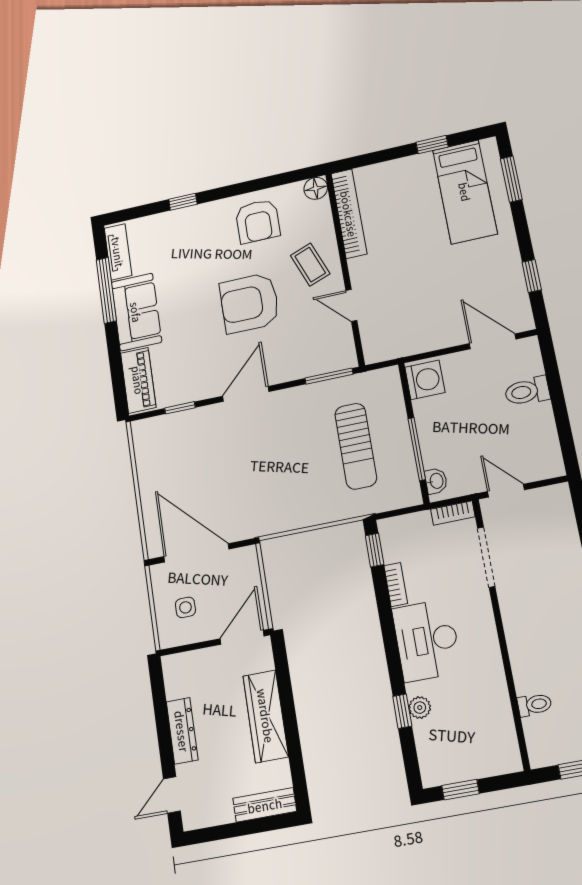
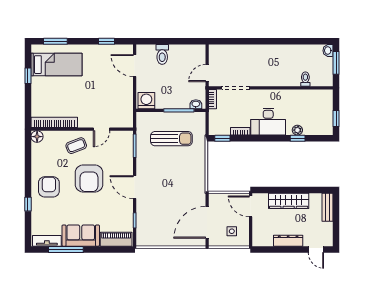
armchair: (258, 221) -> (49, 187), moved, turned -90
door: (493, 341) -> (135, 66), hinge flipped

